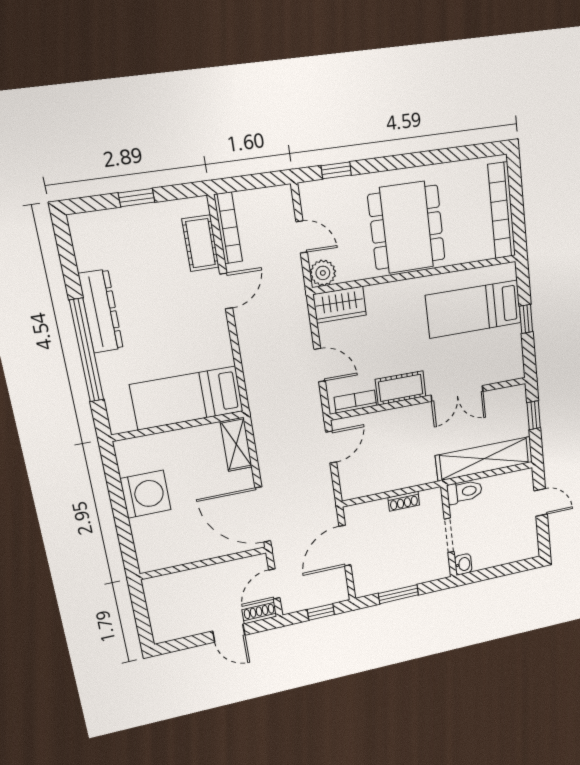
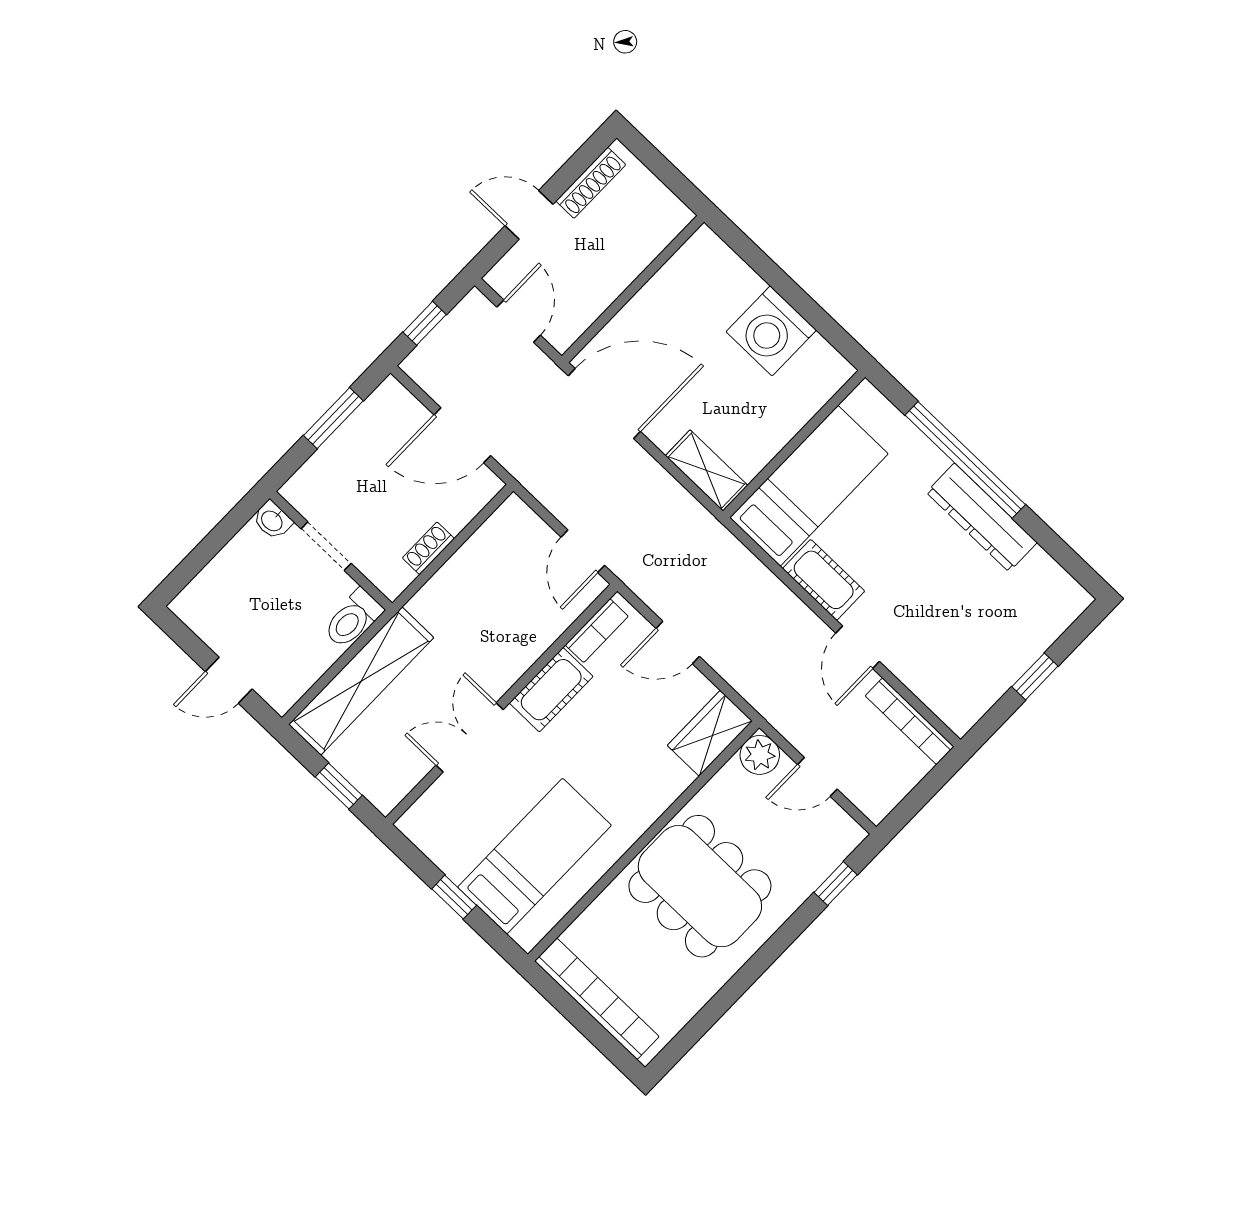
cot: (201, 243) -> (824, 580), moved
door: (345, 546) -> (462, 435), swing flipped
shoe rack: (259, 613) -> (591, 183), moved, width x1.43

